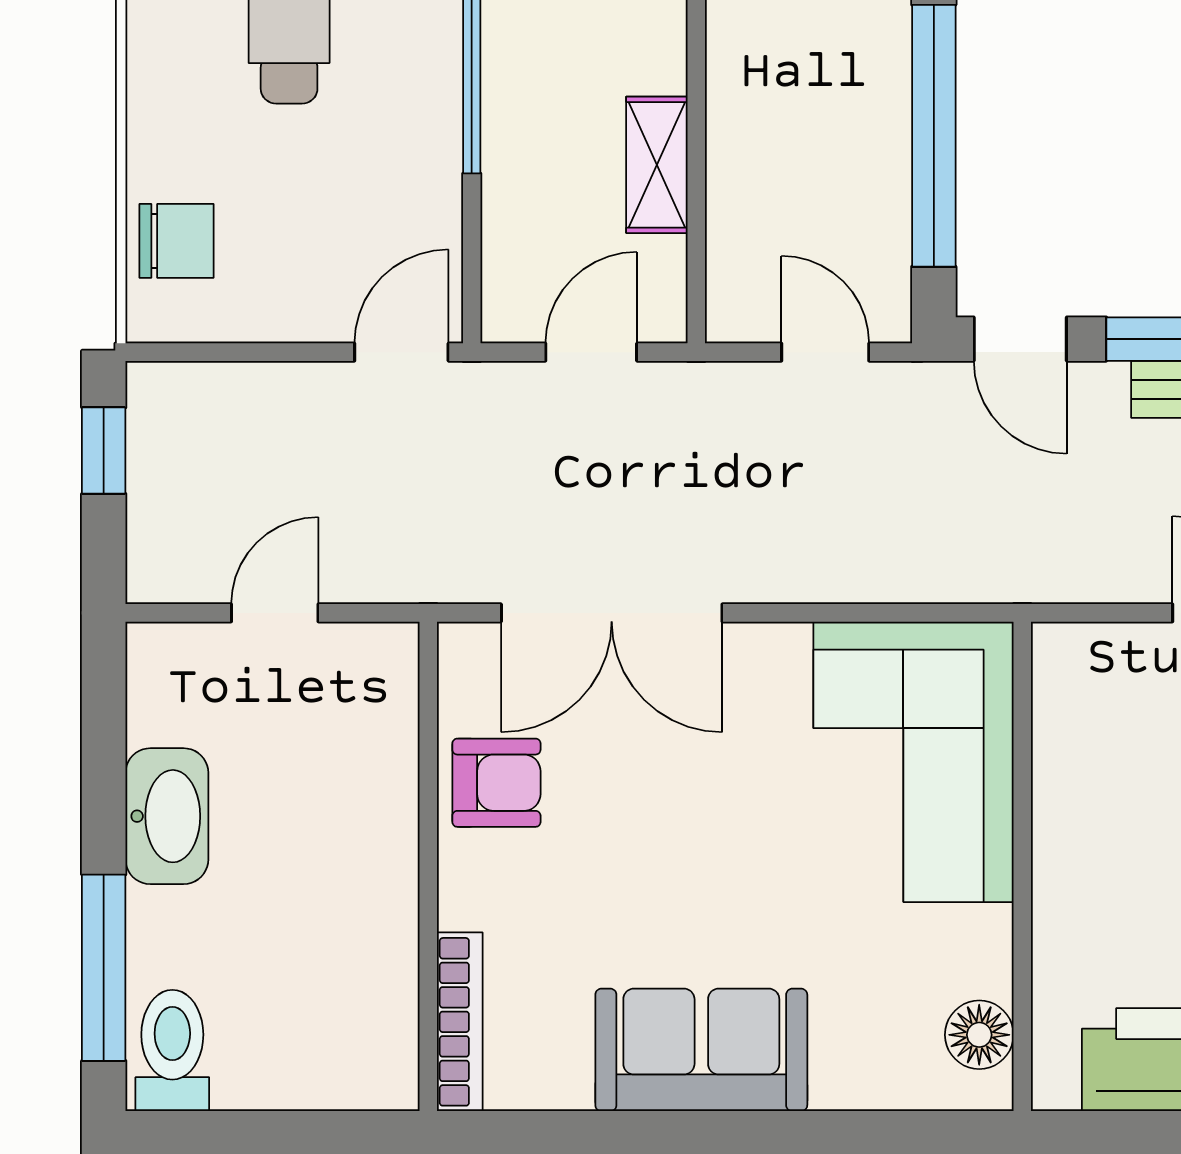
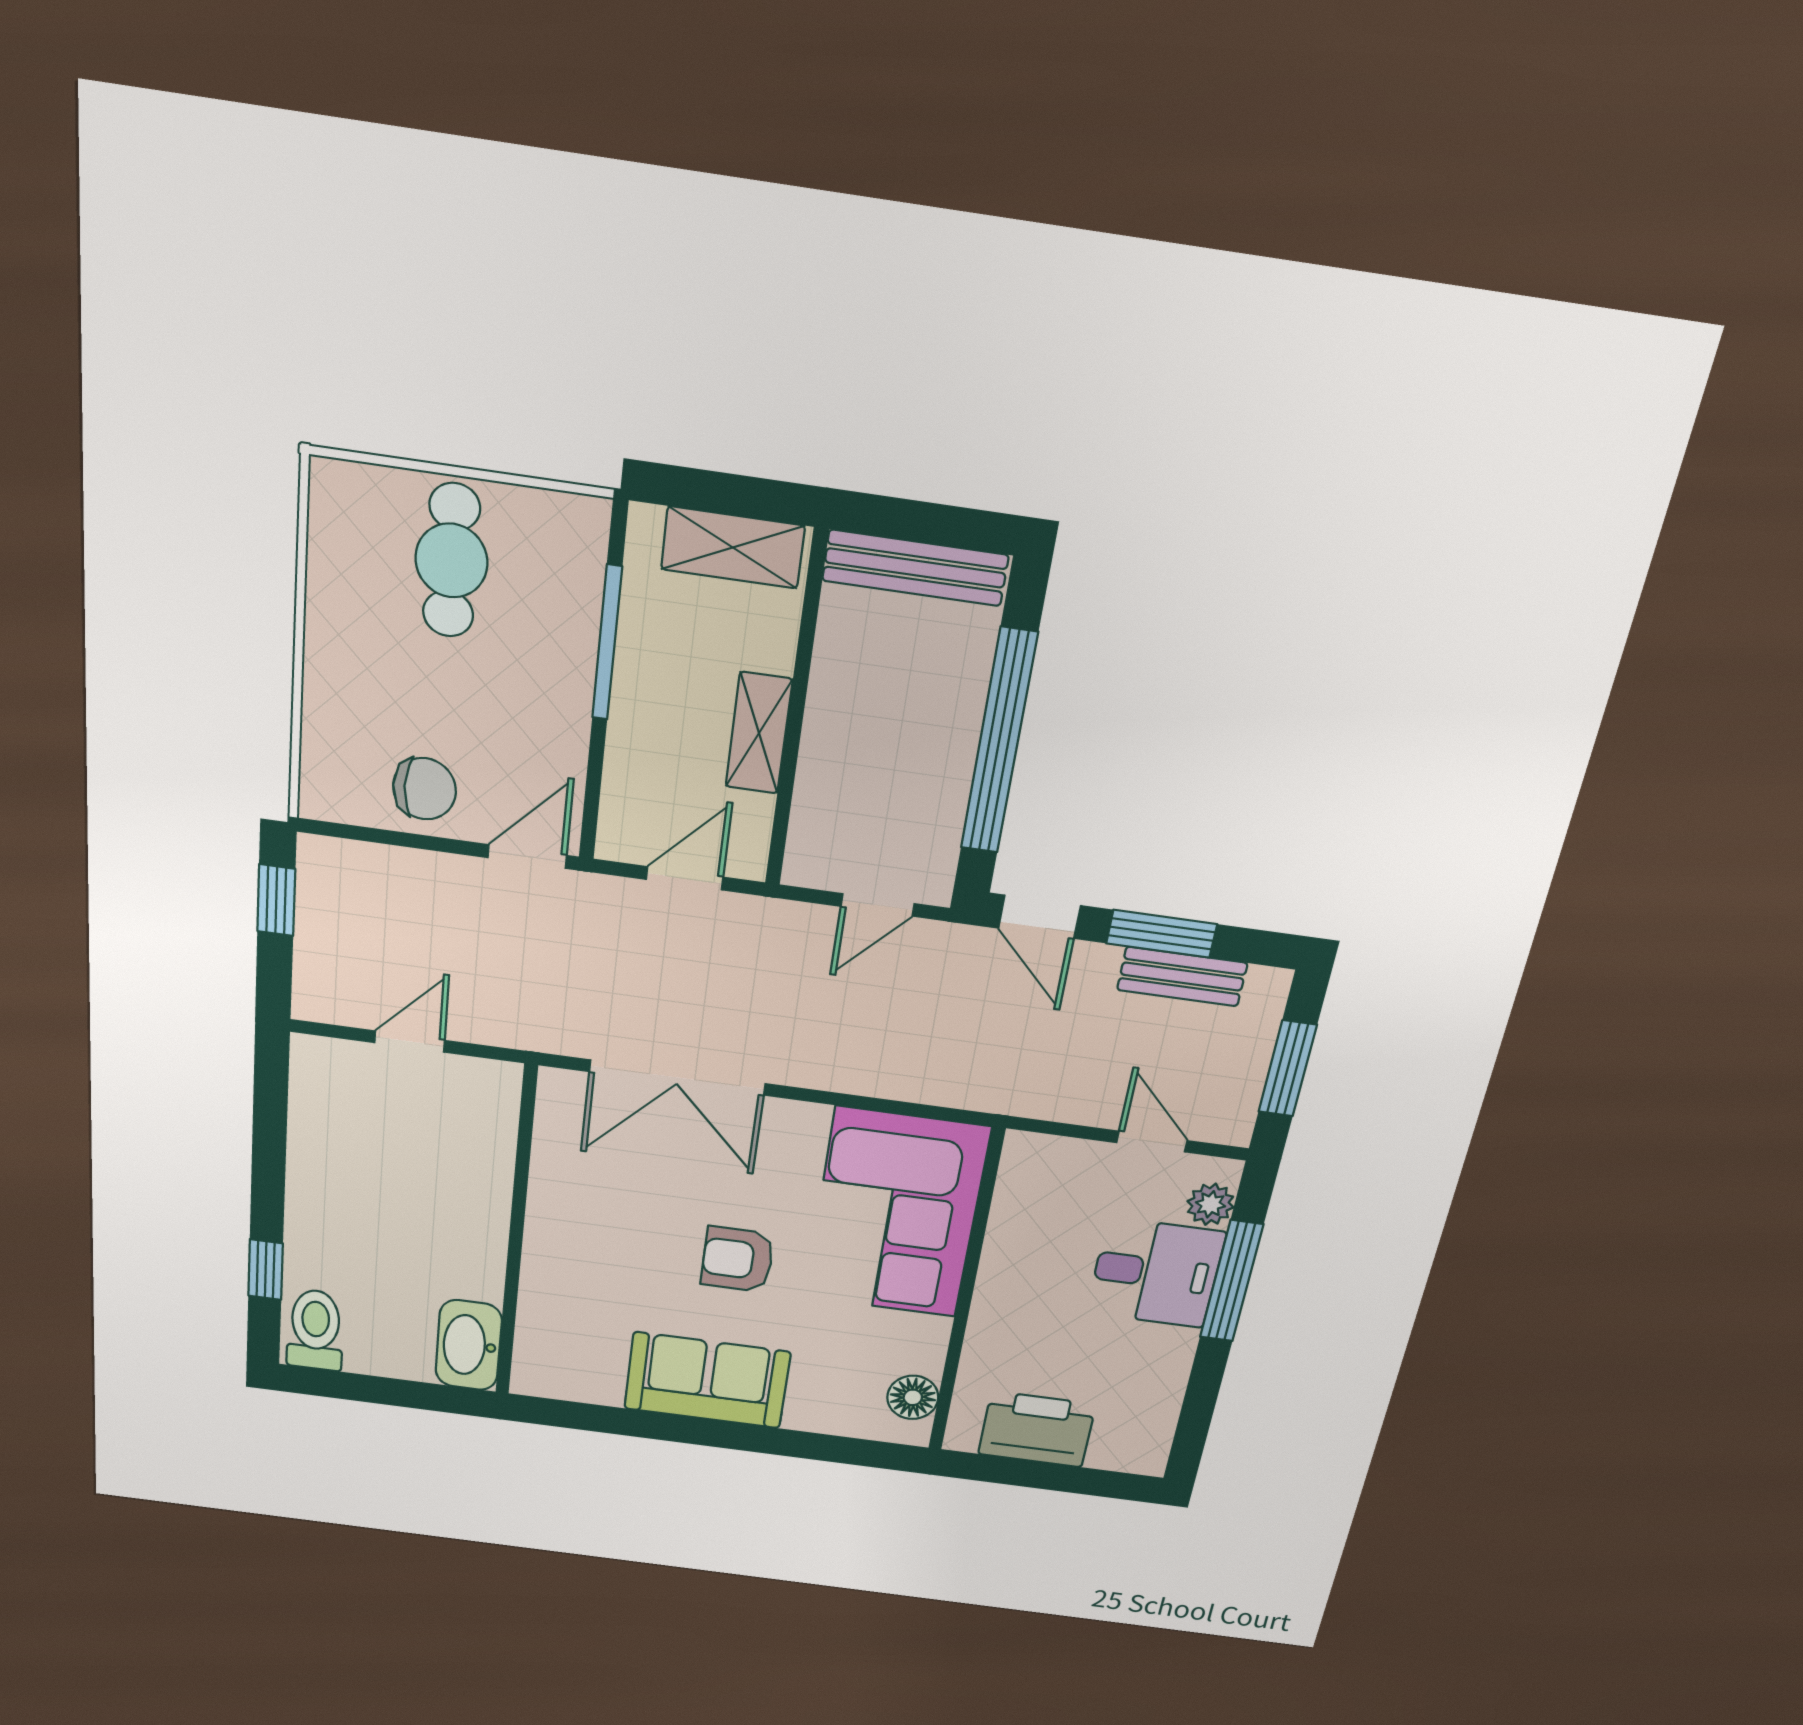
chair: (176, 241) -> (424, 789), moved
door: (825, 352) -> (878, 905), swing flipped
armchair: (496, 783) -> (738, 1259), moved, turned 180
washbasin: (167, 816) -> (469, 1345), moved, turned 180
window: (104, 968) -> (266, 1270), width x0.46
bookcase: (460, 1022) -> (531, 1339), removed

